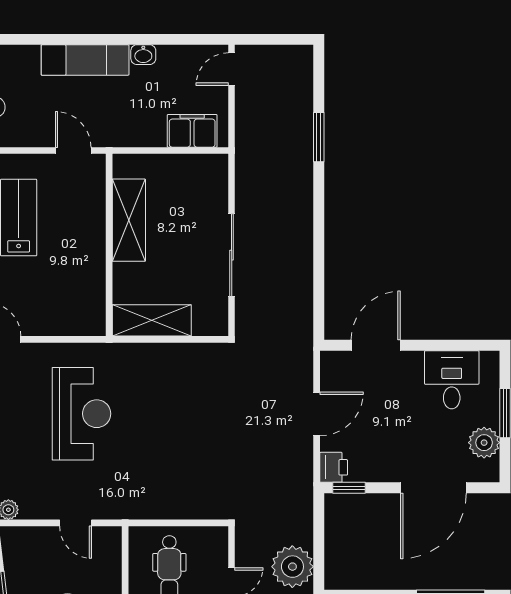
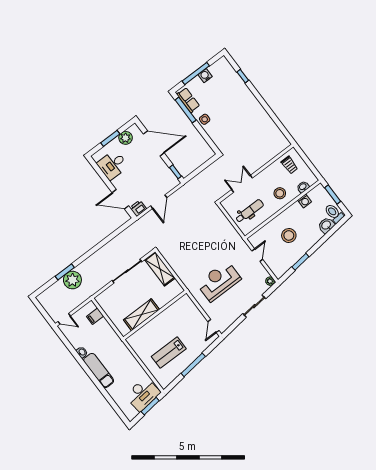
filing cabinet: (192, 131) -> (95, 316), width x0.50
door: (73, 151) -> (132, 351), removed
shelving: (152, 320) -> (160, 269), moved
door: (317, 414) -> (159, 202), swing flipped
printer: (334, 467) -> (138, 208), moved
plant: (292, 567) -> (72, 280), moved

